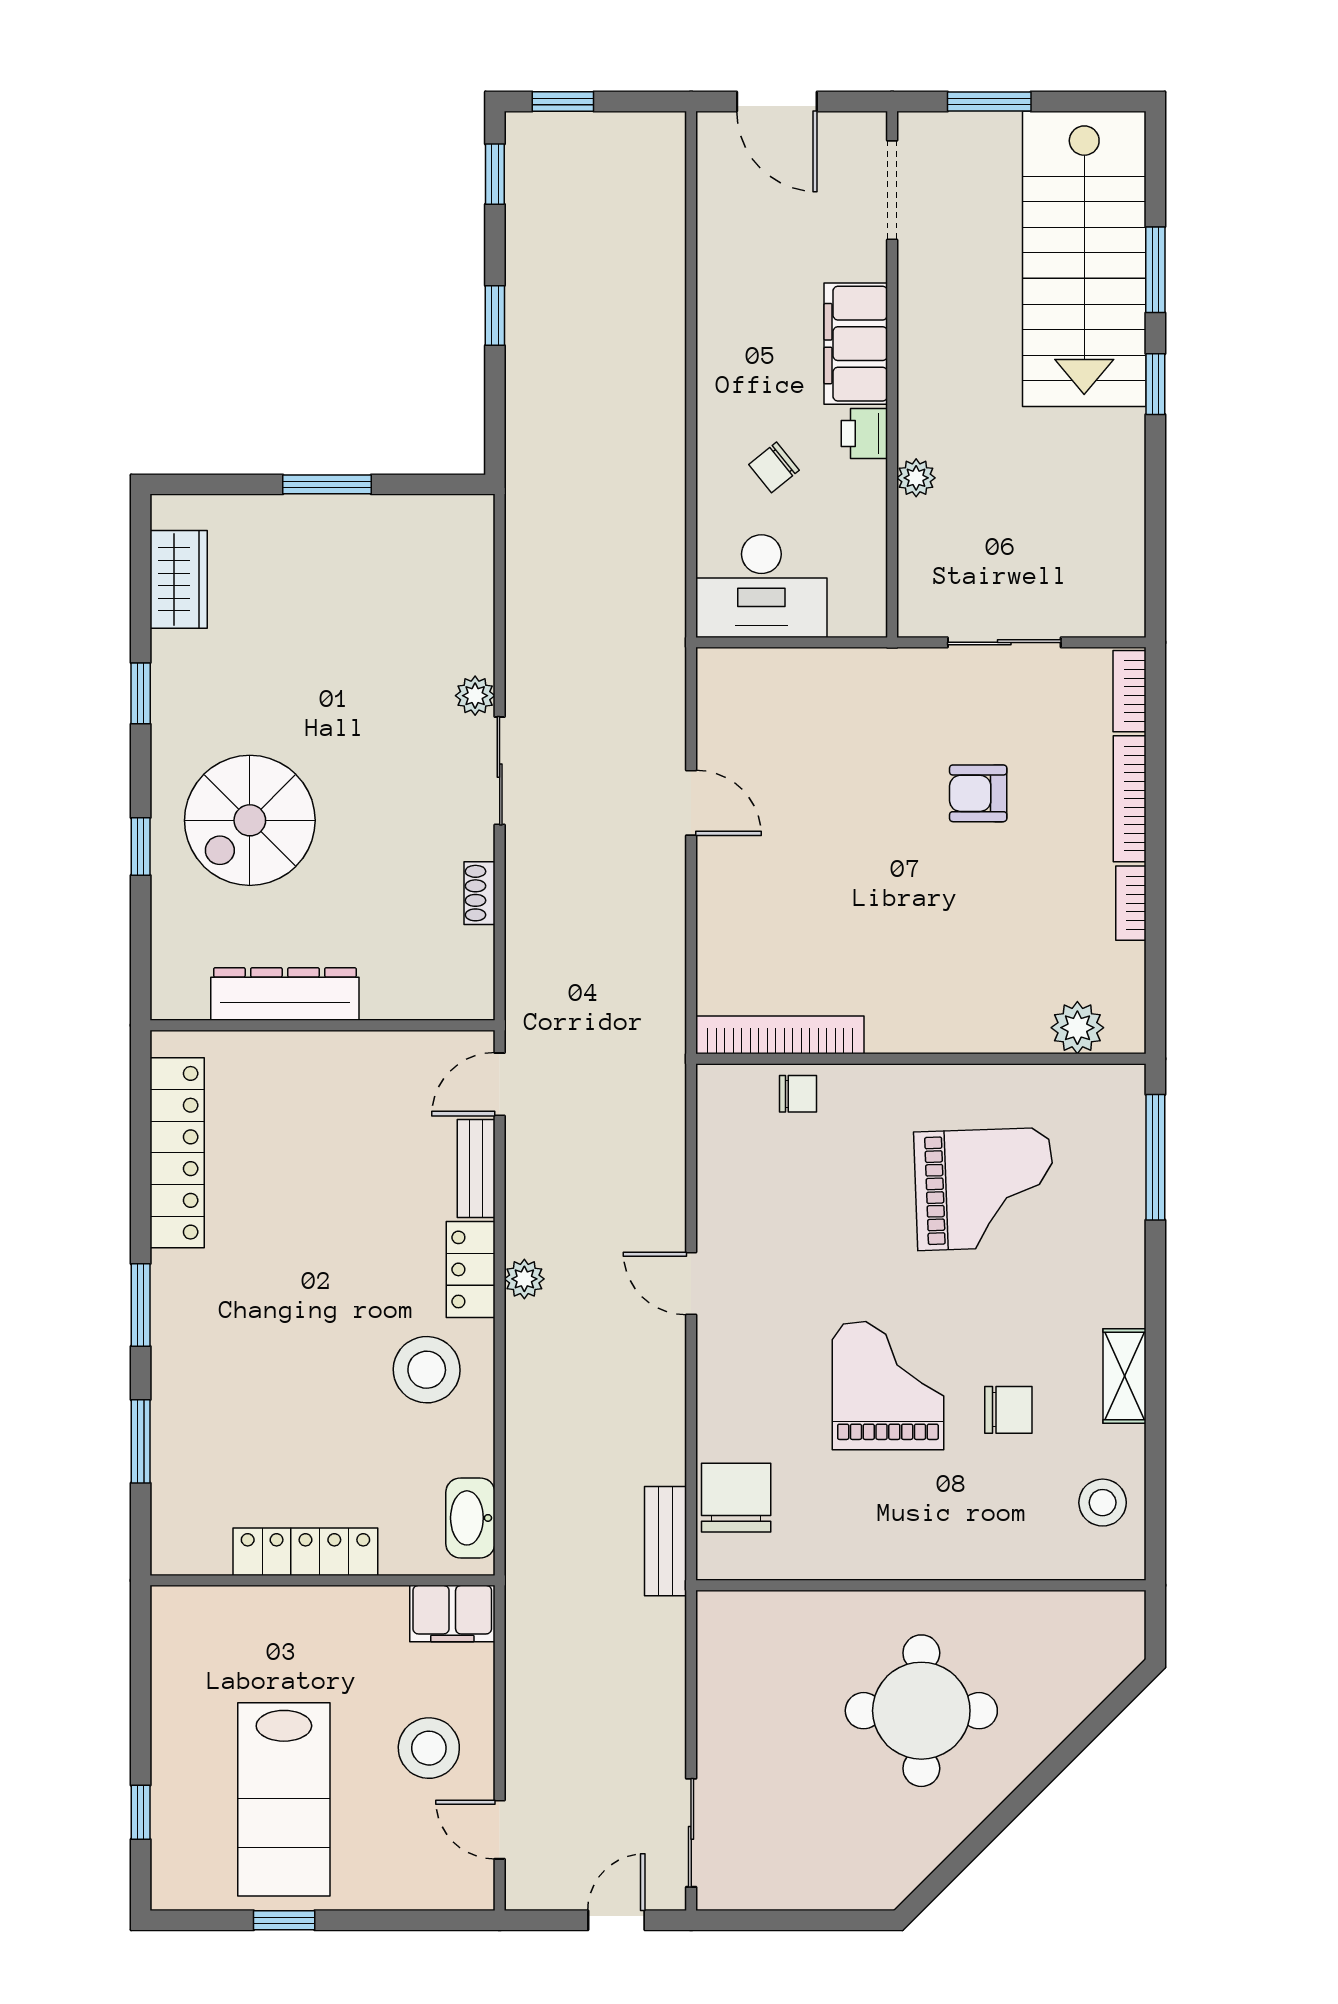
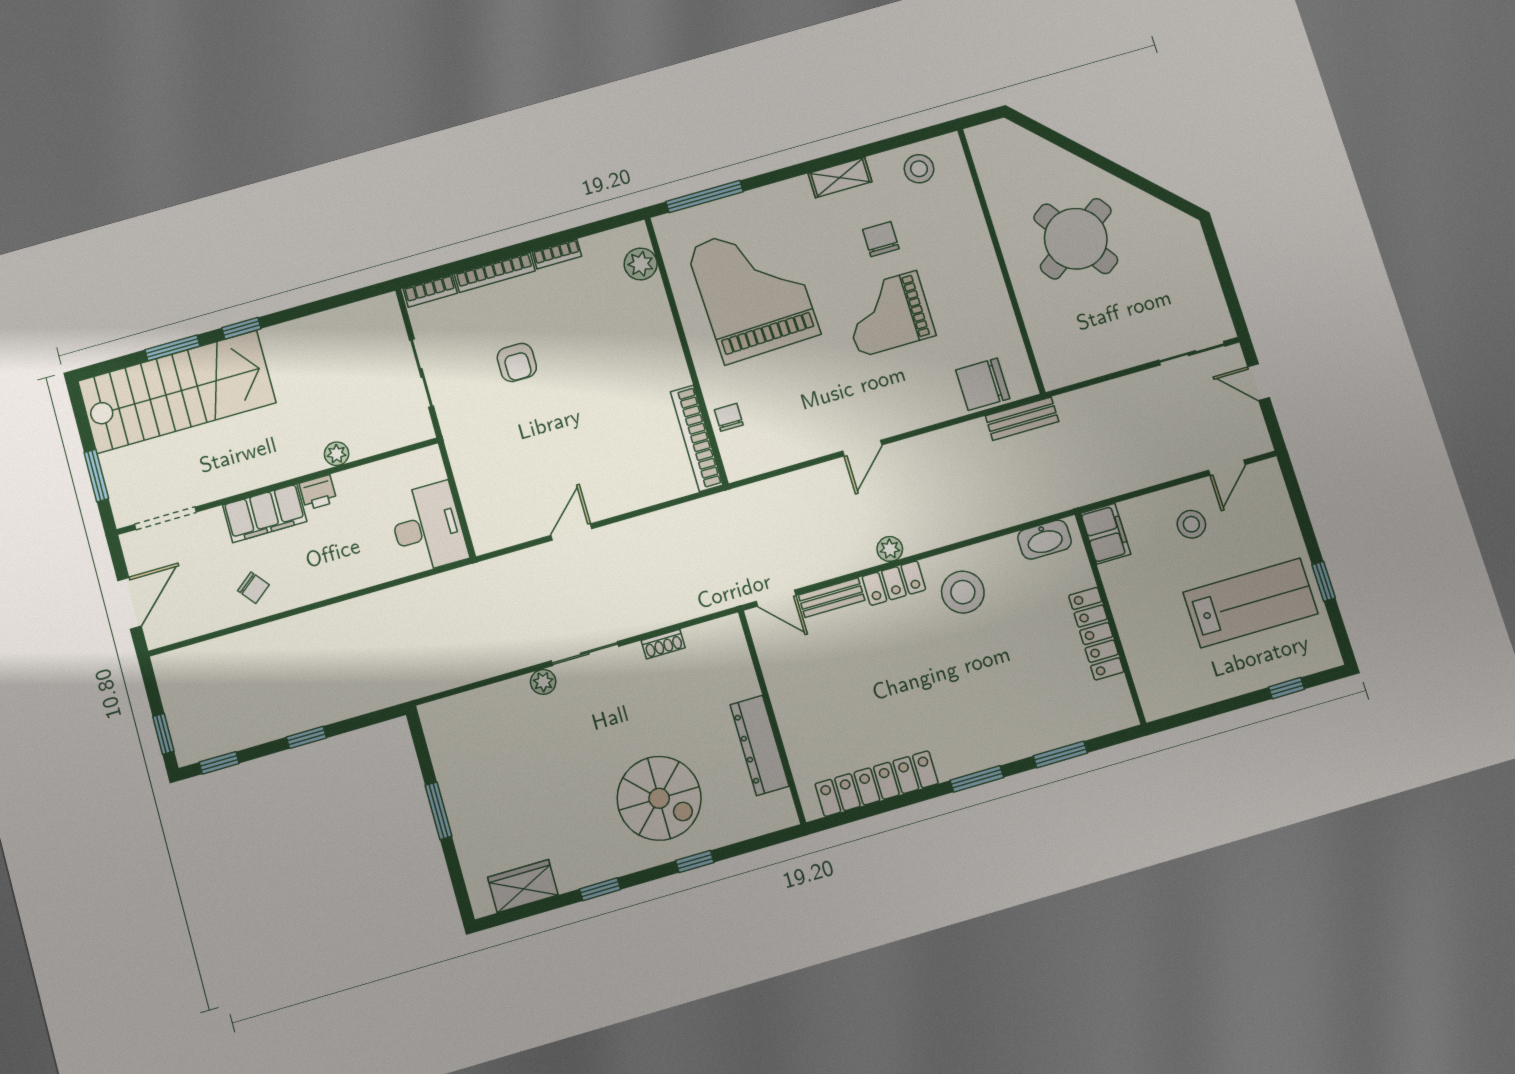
chair: (774, 467) -> (253, 588), moved
grand piano: (984, 1189) -> (753, 291), width x1.37, depth x1.48
round table: (921, 1711) -> (1076, 239), turned -35
stool: (429, 1748) -> (1191, 524), width x0.73, depth x0.73

